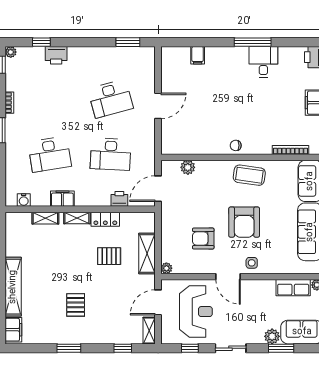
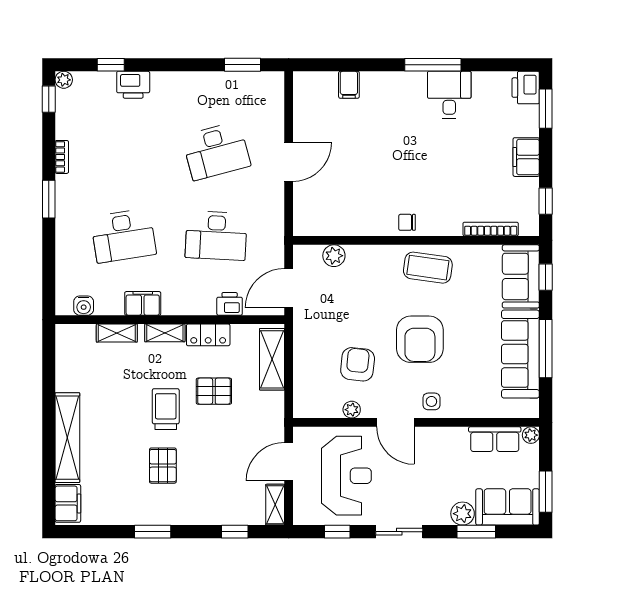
armchair: (203, 239) -> (358, 364), turned 96
shelving: (147, 253) -> (272, 359), moved
trolley: (78, 268) -> (166, 409), added
plant: (166, 268) -> (352, 410), moved

